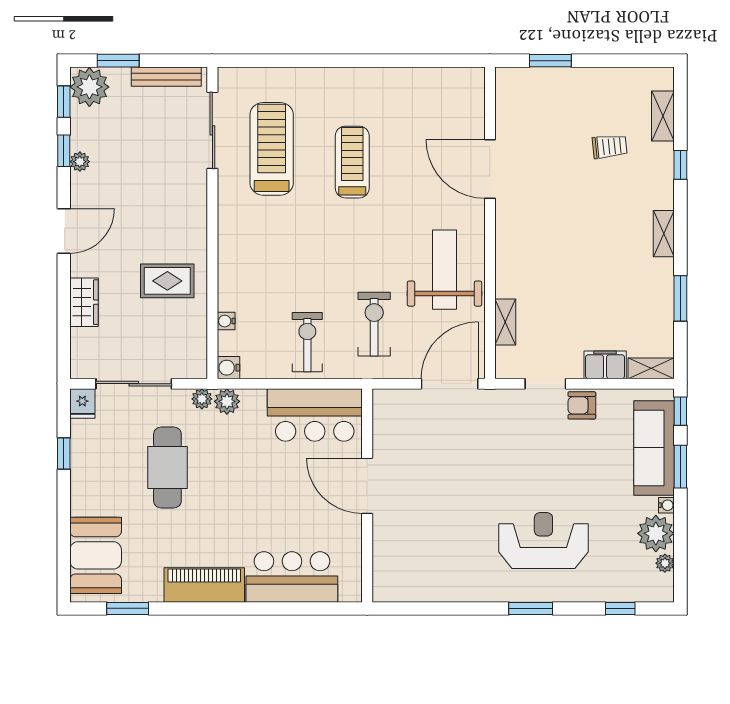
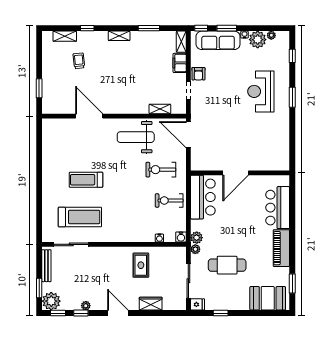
treadmill: (272, 149) -> (80, 217), turned 180
door: (490, 169) -> (89, 116), swing flipped

